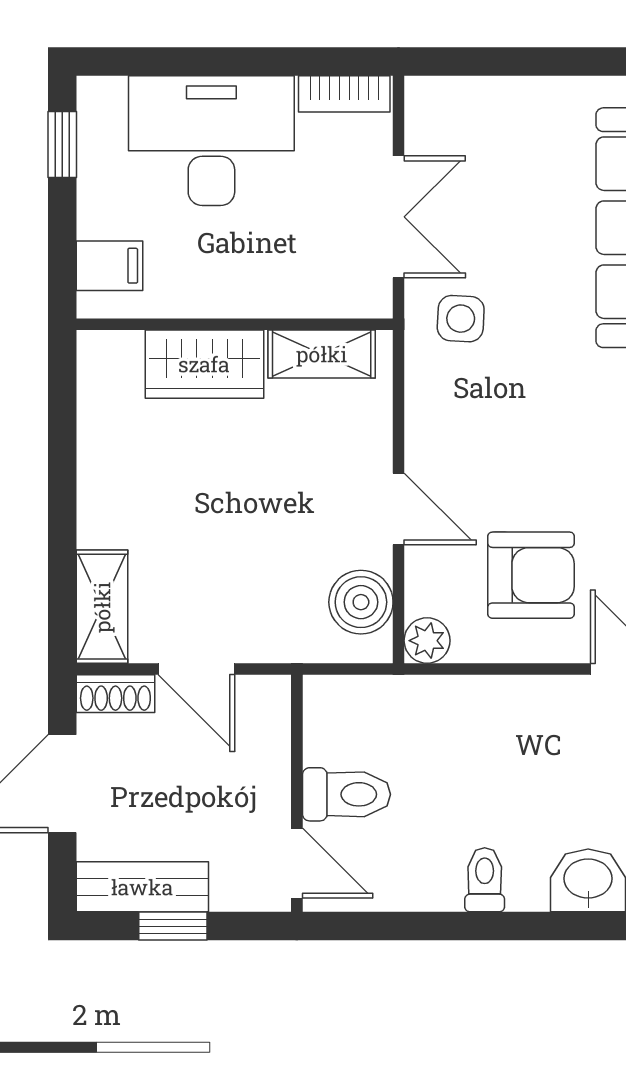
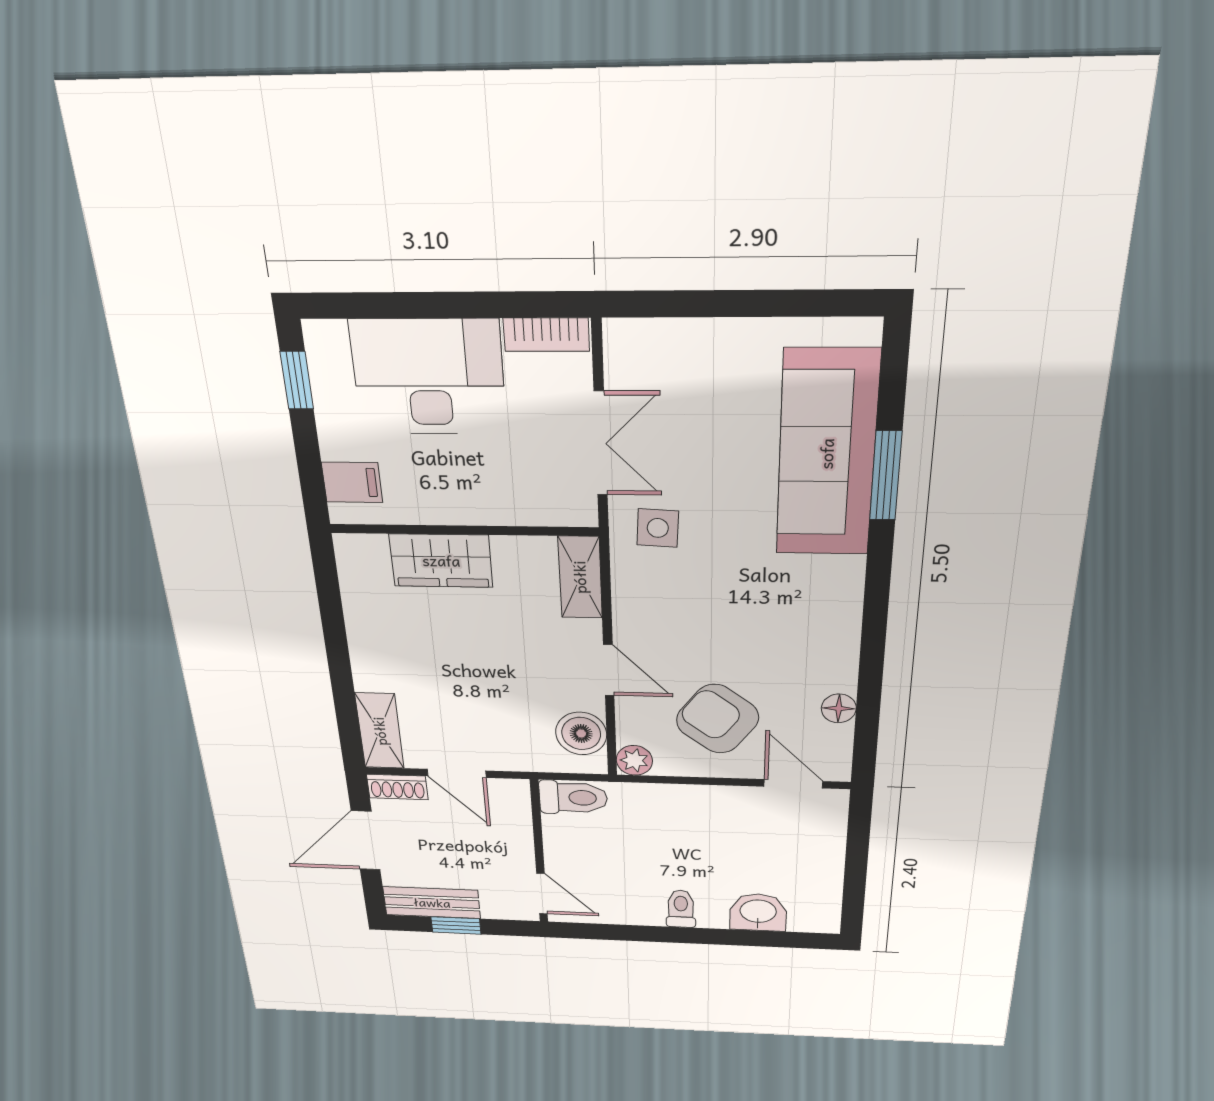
shelving: (322, 354) -> (580, 577), moved, turned 90
armchair: (531, 575) -> (717, 719), turned -143
toilet: (346, 794) -> (573, 798), moved

